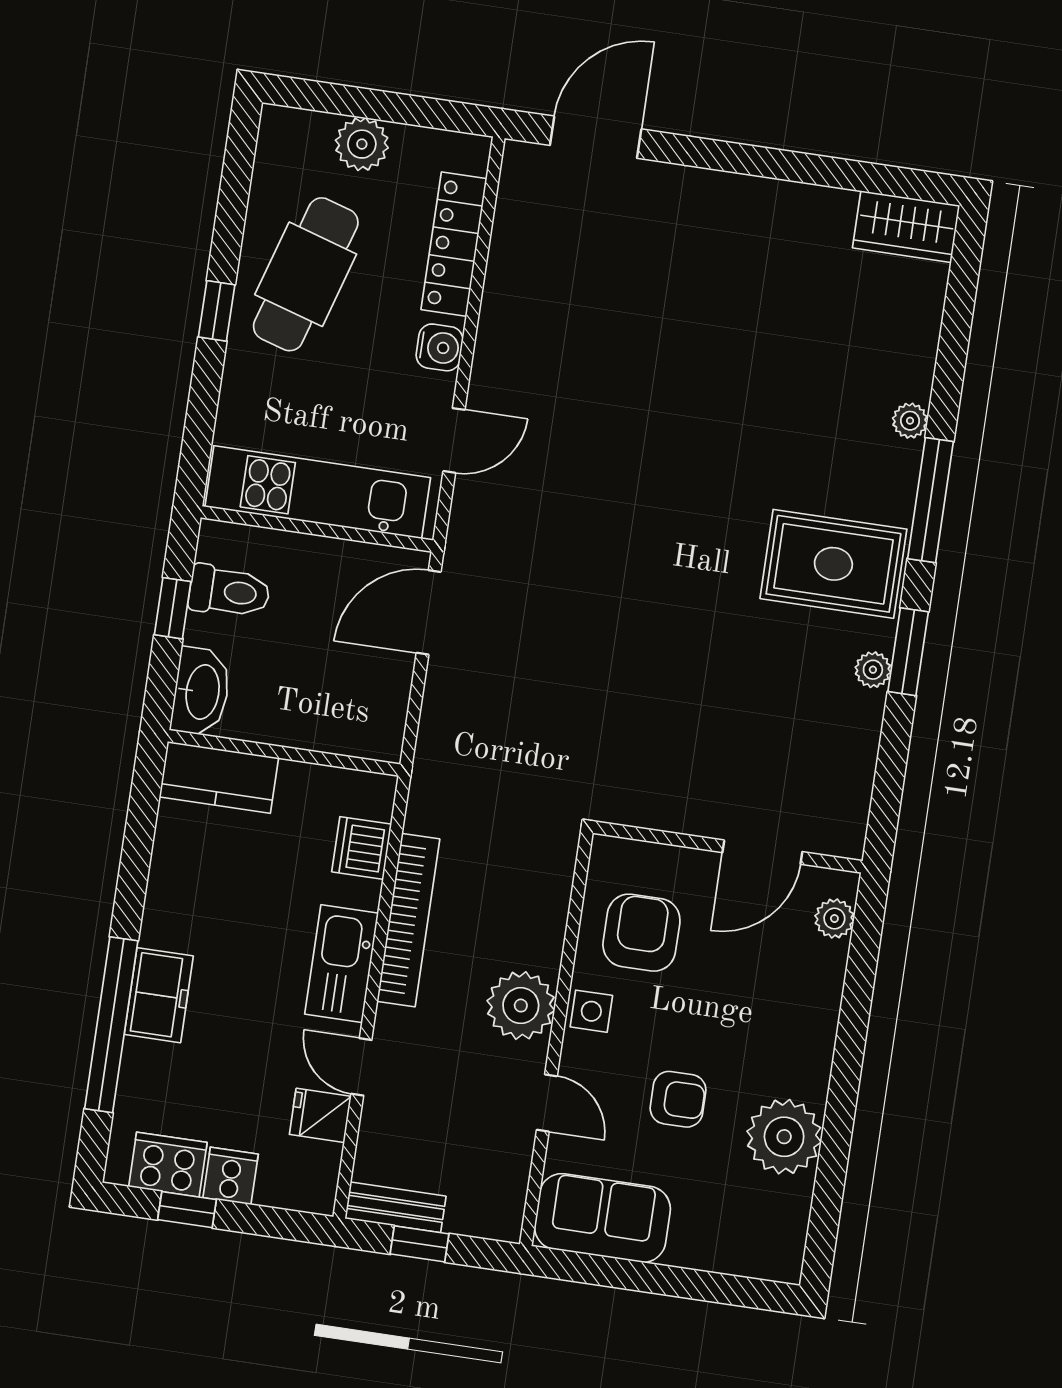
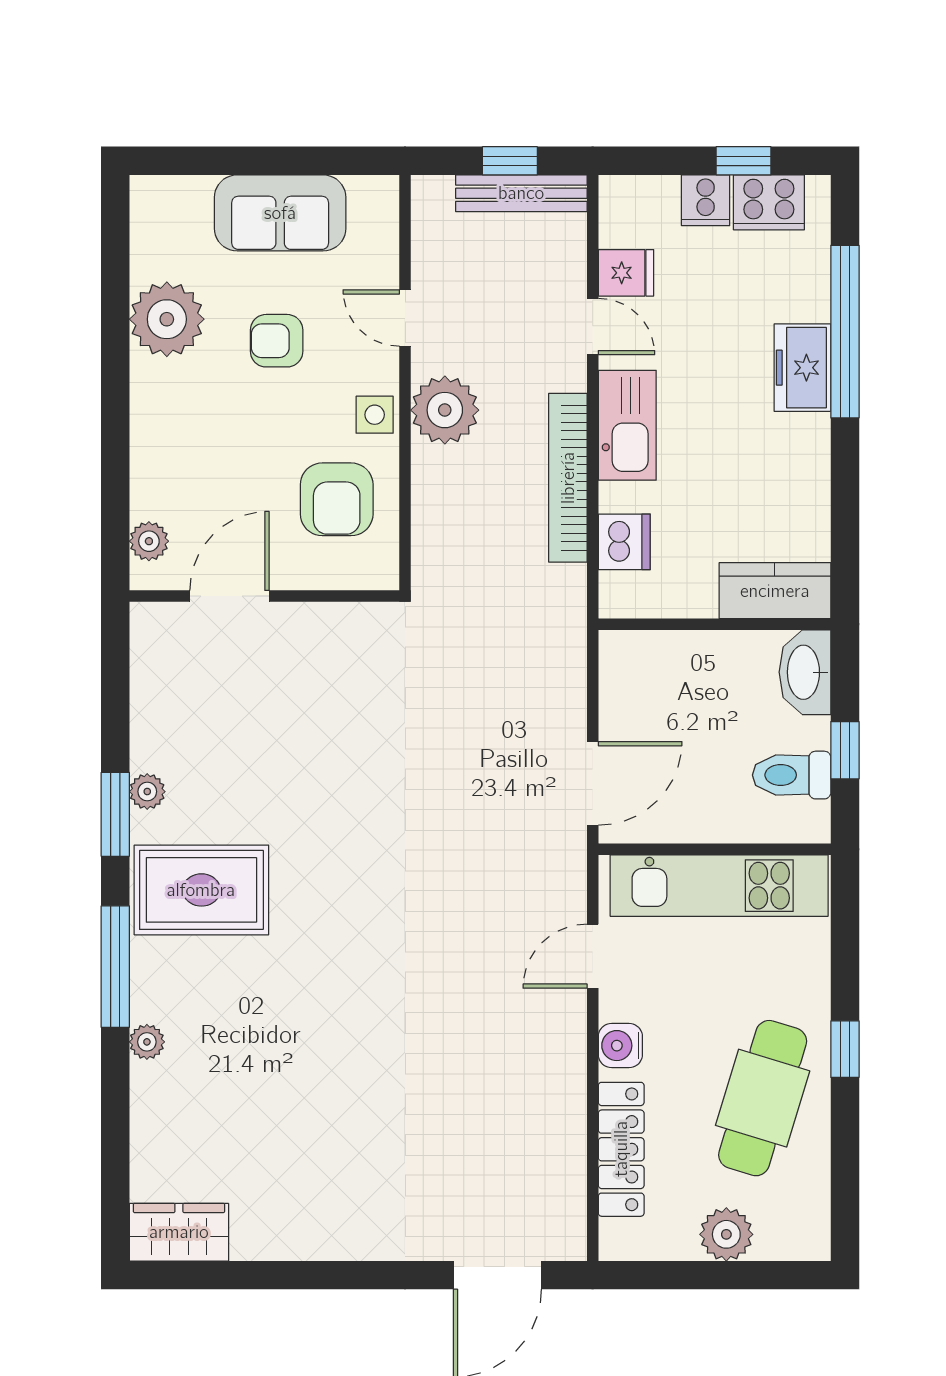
bench: (395, 1207) -> (521, 193), width x1.36
sofa: (602, 1218) -> (280, 213), moved

